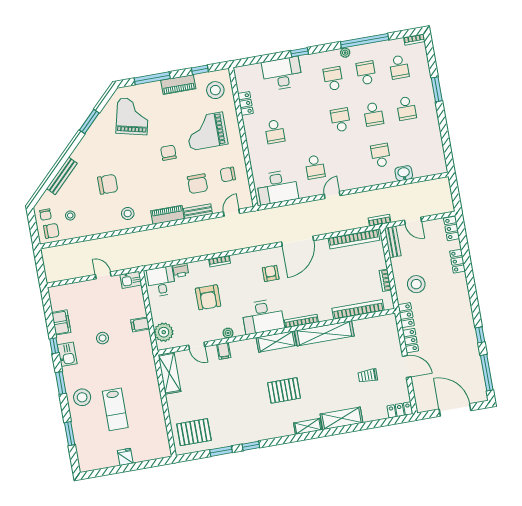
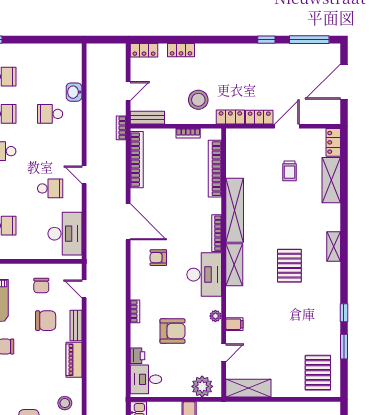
shelving: (342, 418) -> (331, 180), moved

